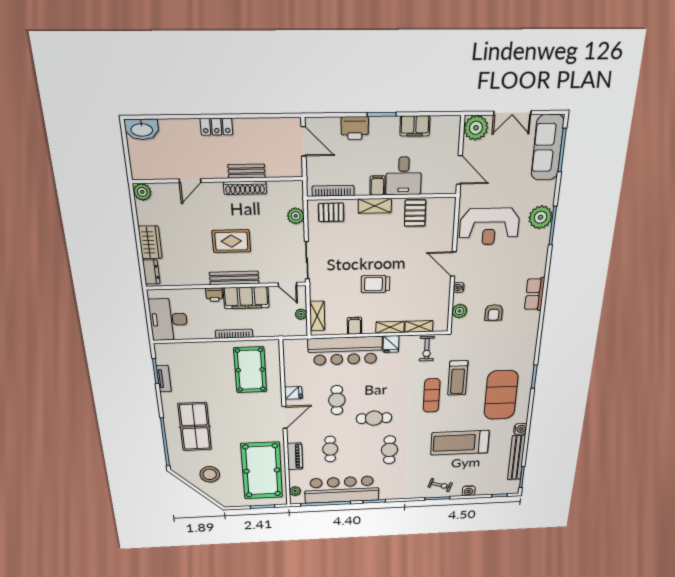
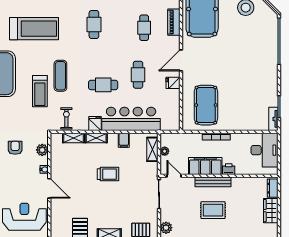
treadmill: (458, 378) -> (40, 91), turned 180
tv unit: (164, 379) -> (273, 119), moved
cafe table: (374, 418) -> (103, 85), moved
table tennis table: (195, 427) -> (254, 55), removed

